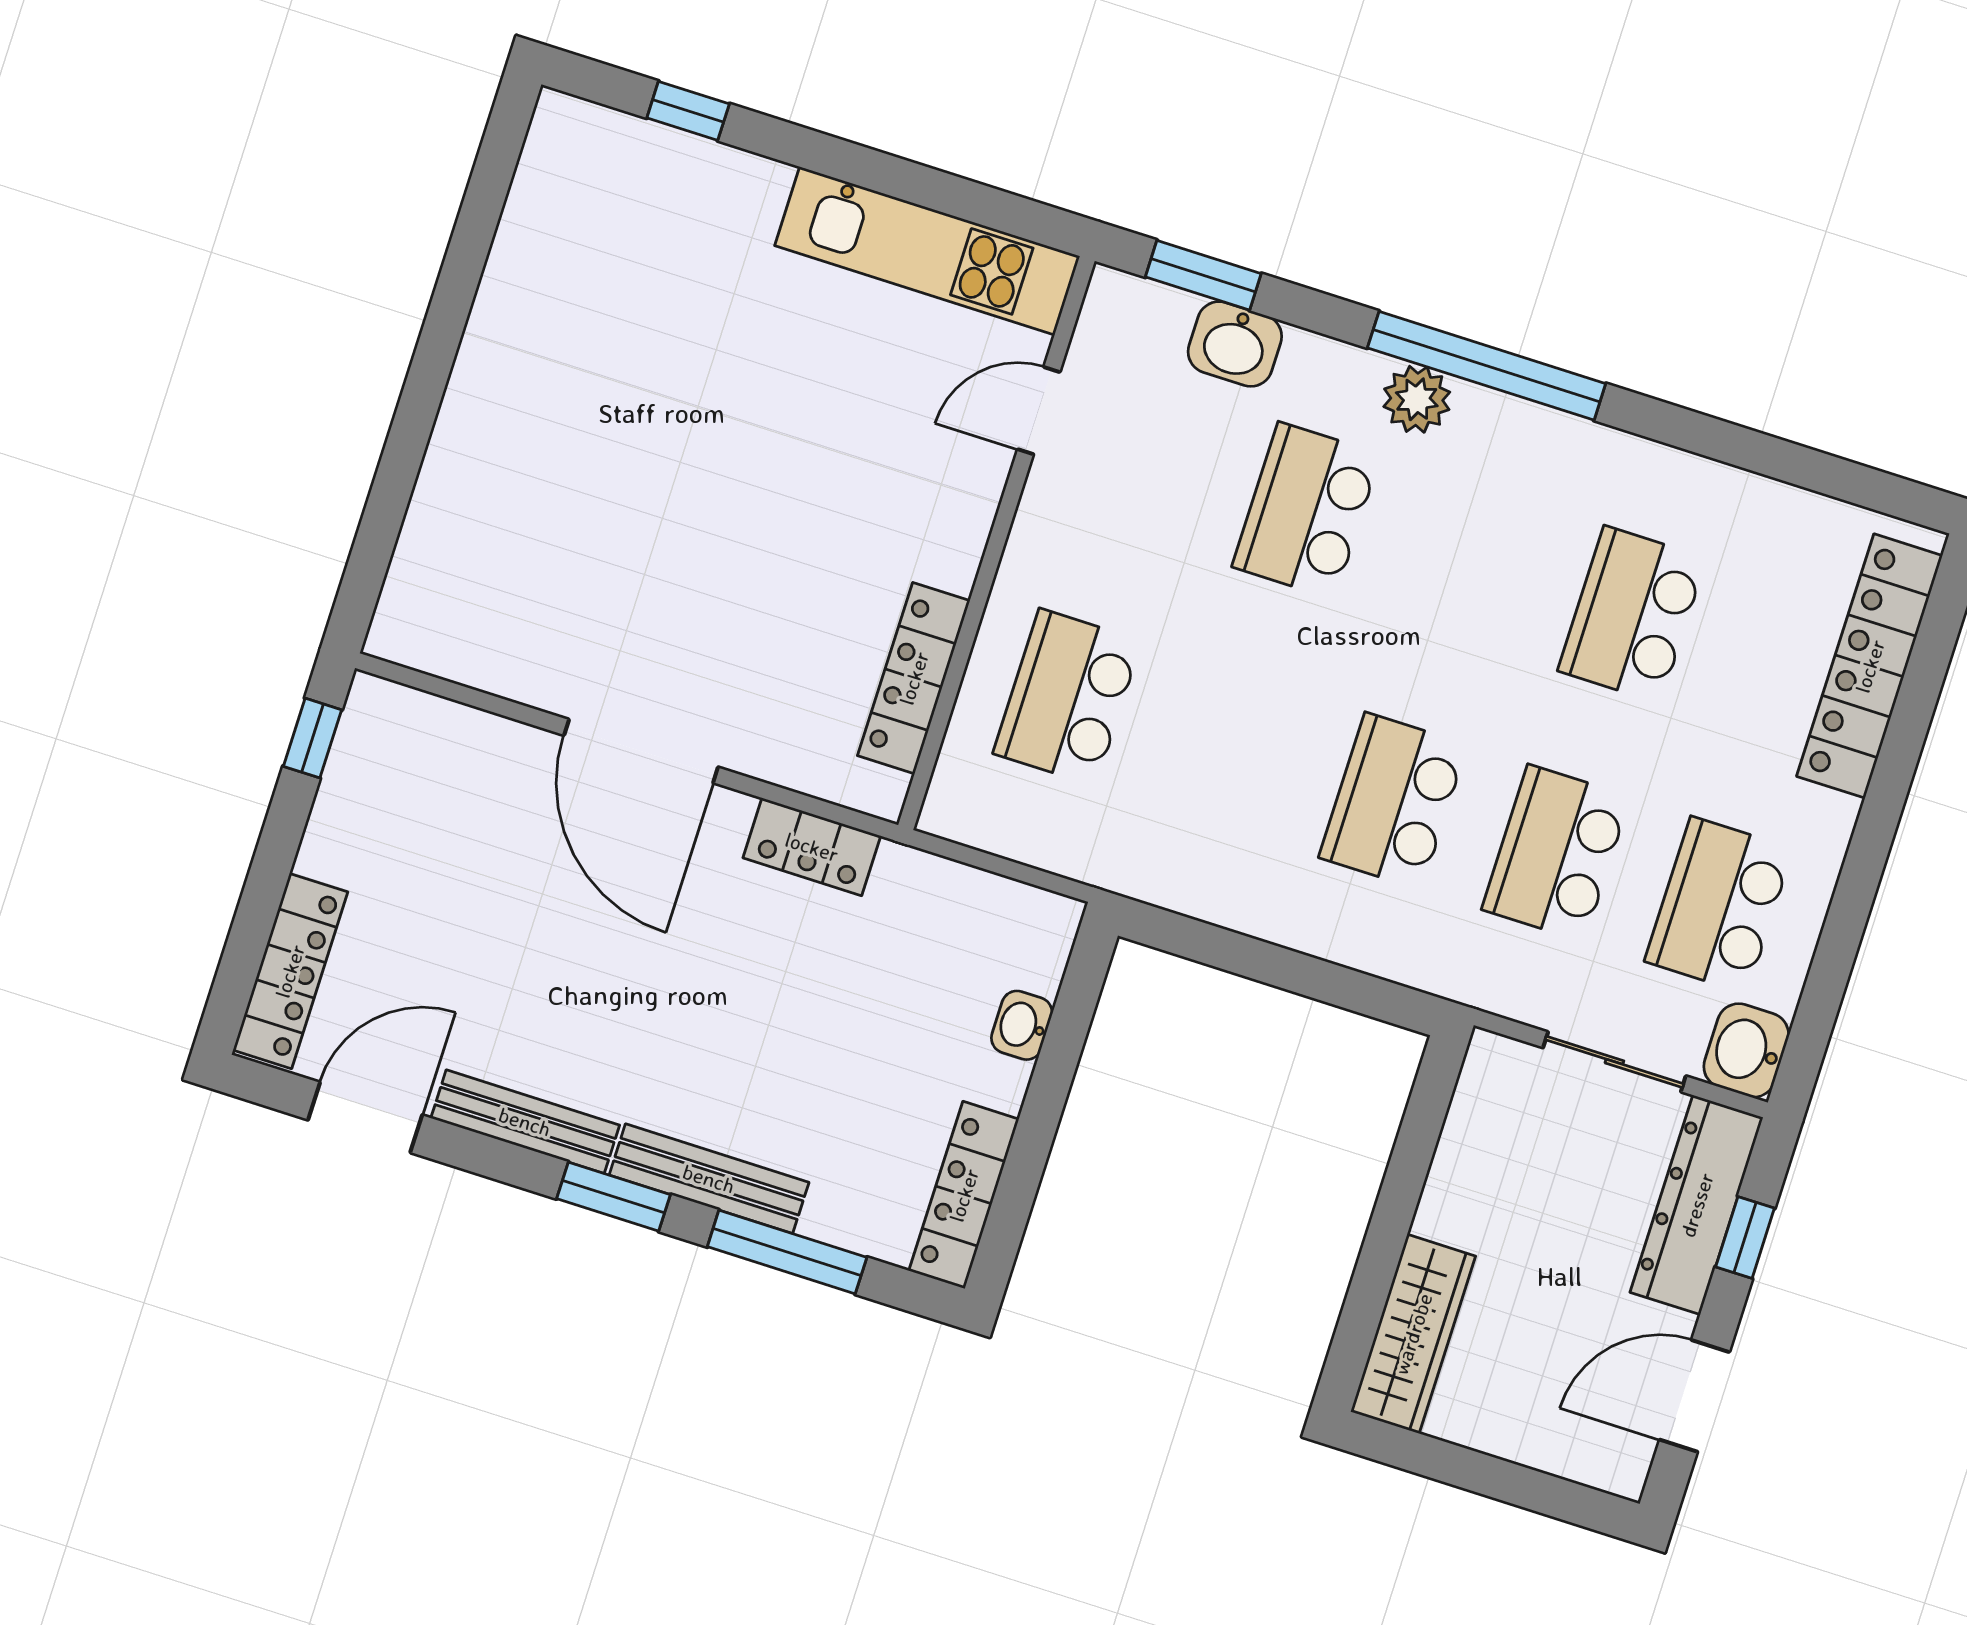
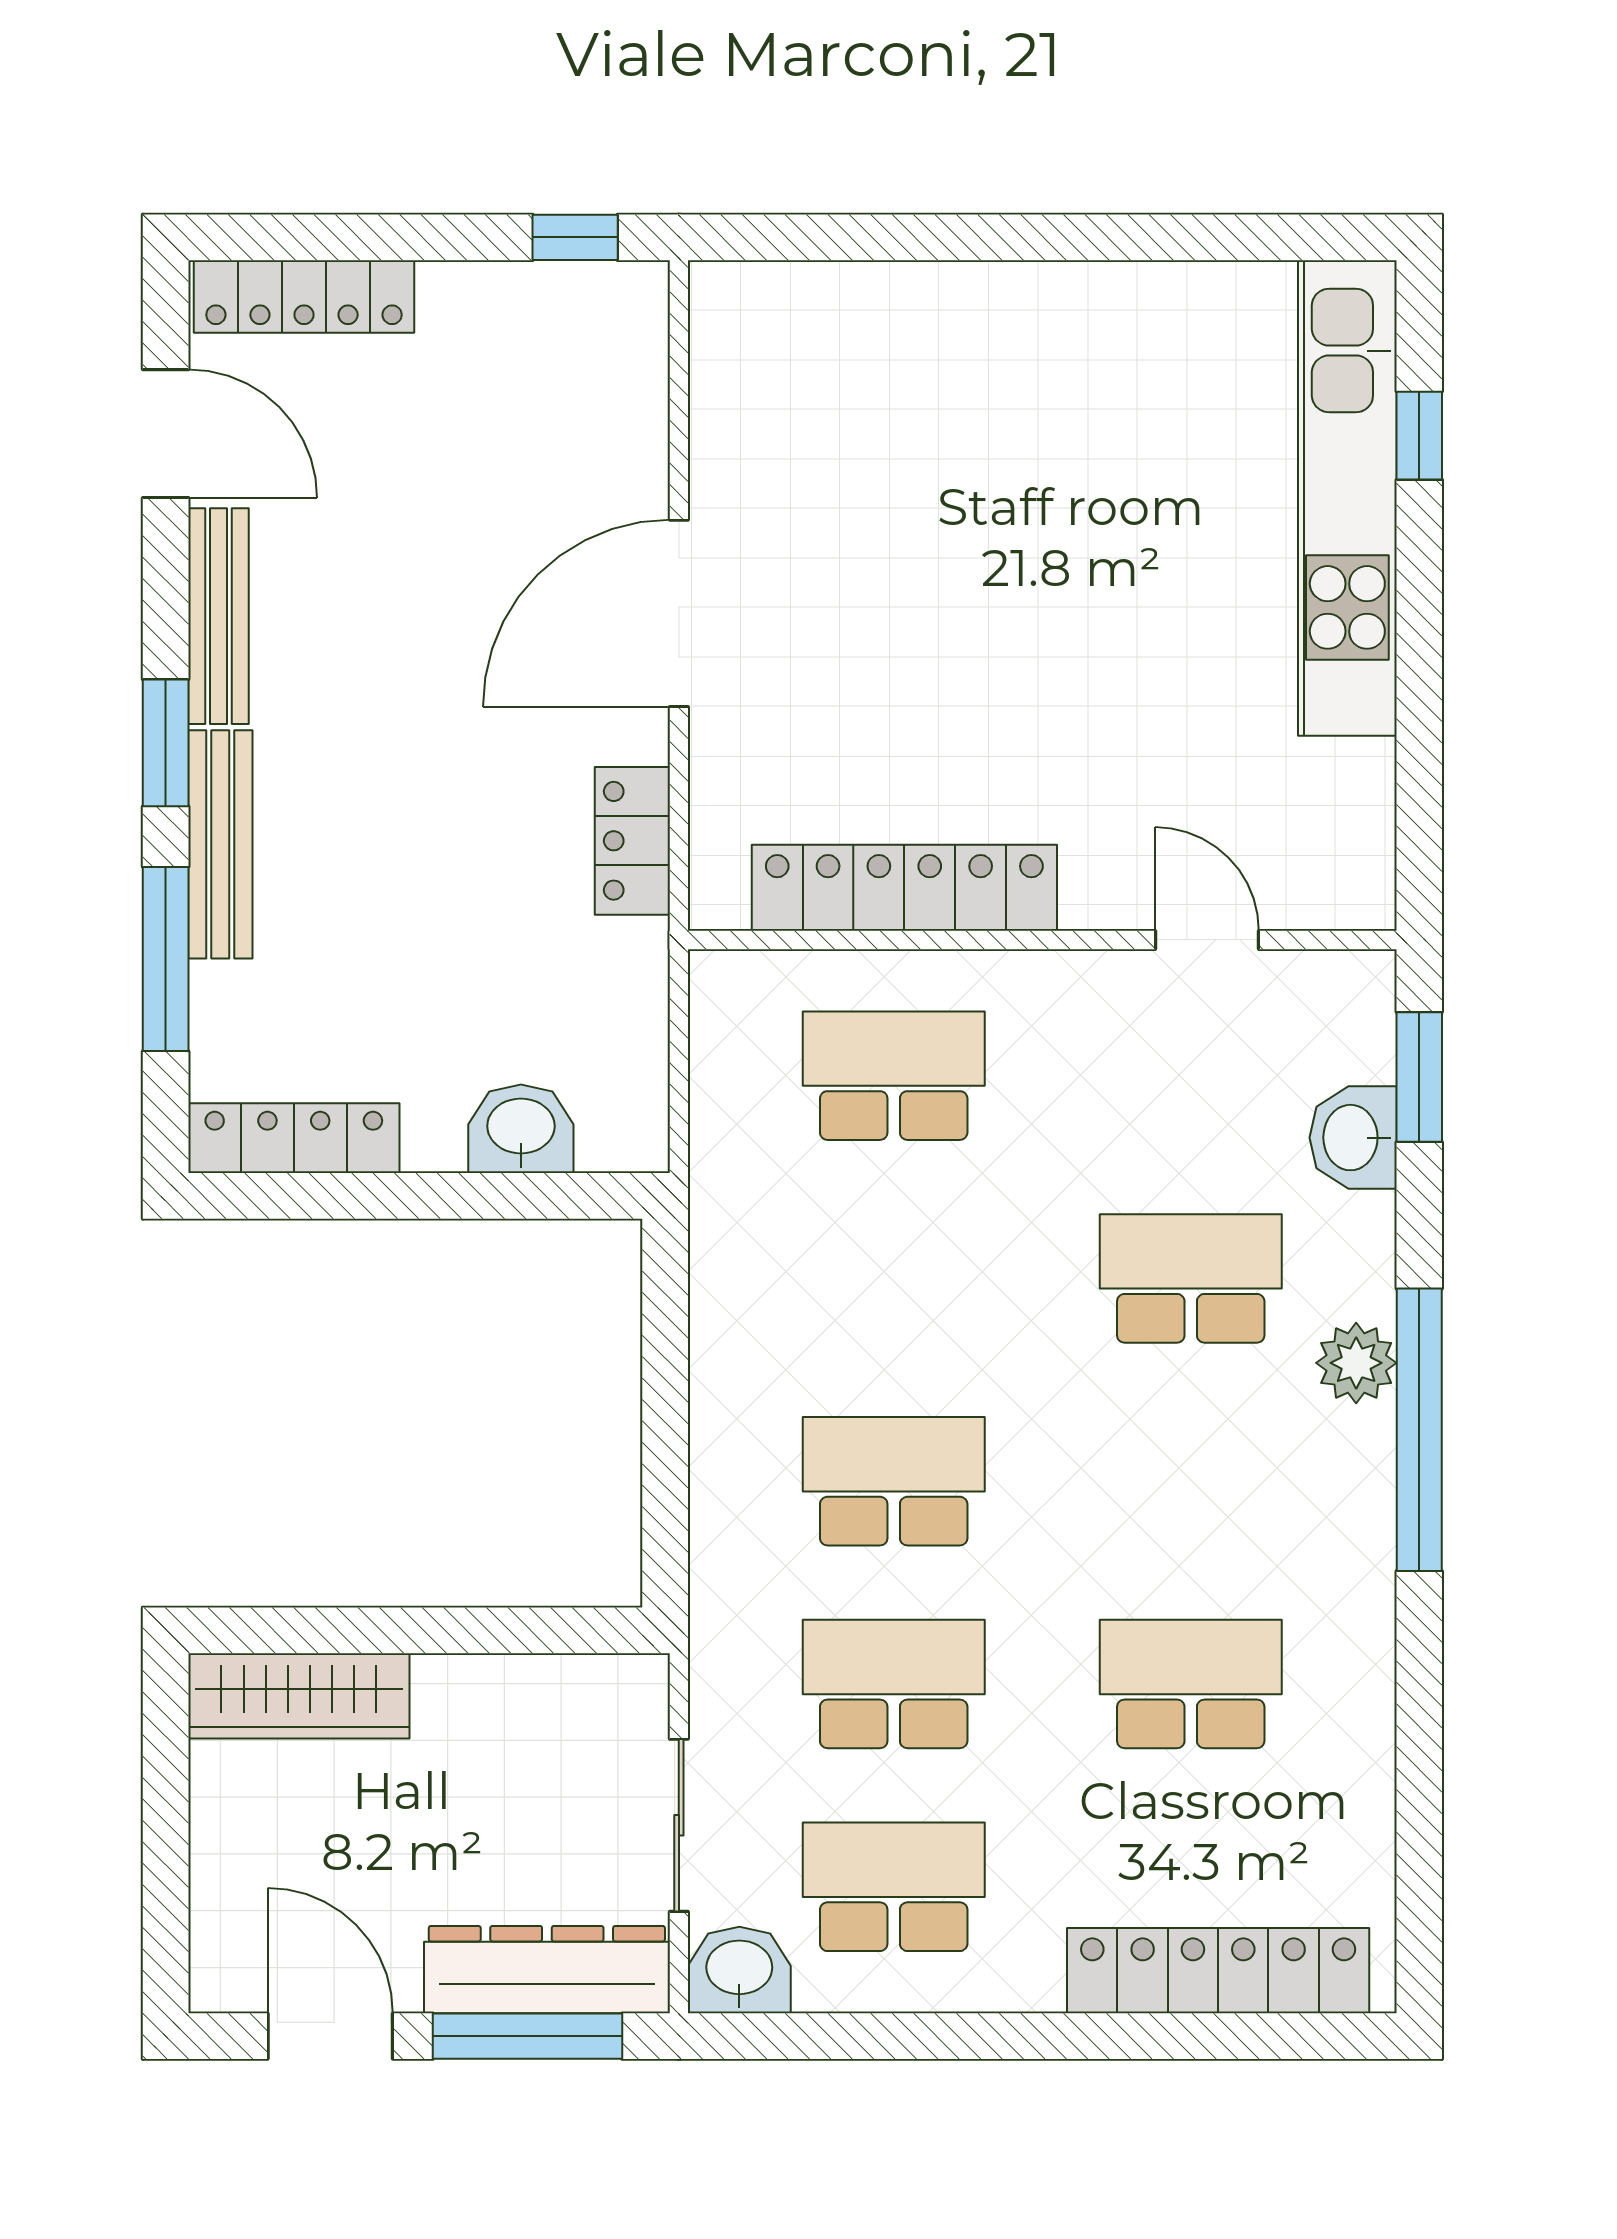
kitchen unit: (927, 251) -> (1347, 498), moved, width x1.36
locker: (914, 678) -> (904, 888), width x1.41, depth x1.21
washbasin: (1022, 1025) -> (521, 1129), width x1.38, depth x1.45
window: (1745, 1237) -> (527, 2036), width x2.17

